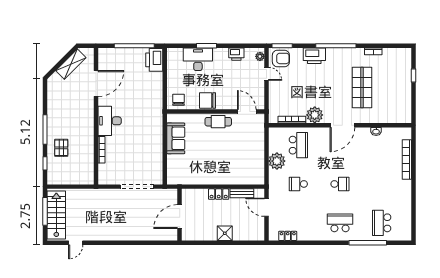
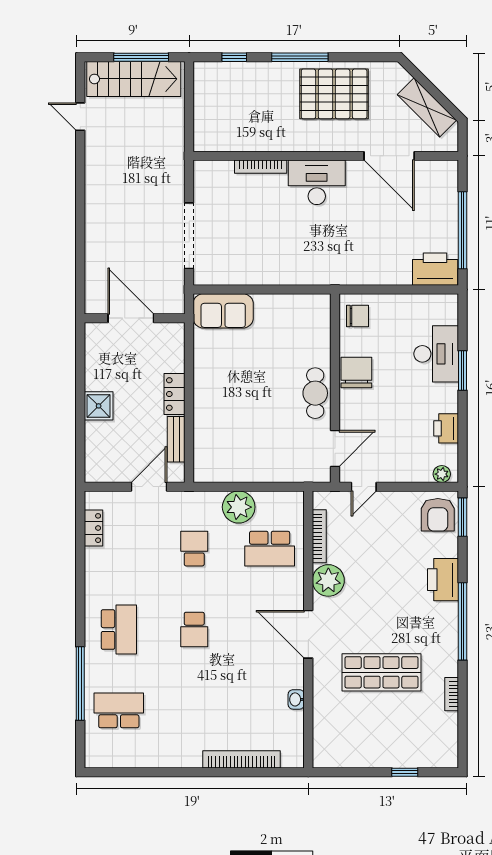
door: (266, 74) -> (364, 487), moved
sofa: (176, 138) -> (223, 311), moved
pallet: (61, 148) -> (334, 94), moved, width x2.05, depth x2.00

